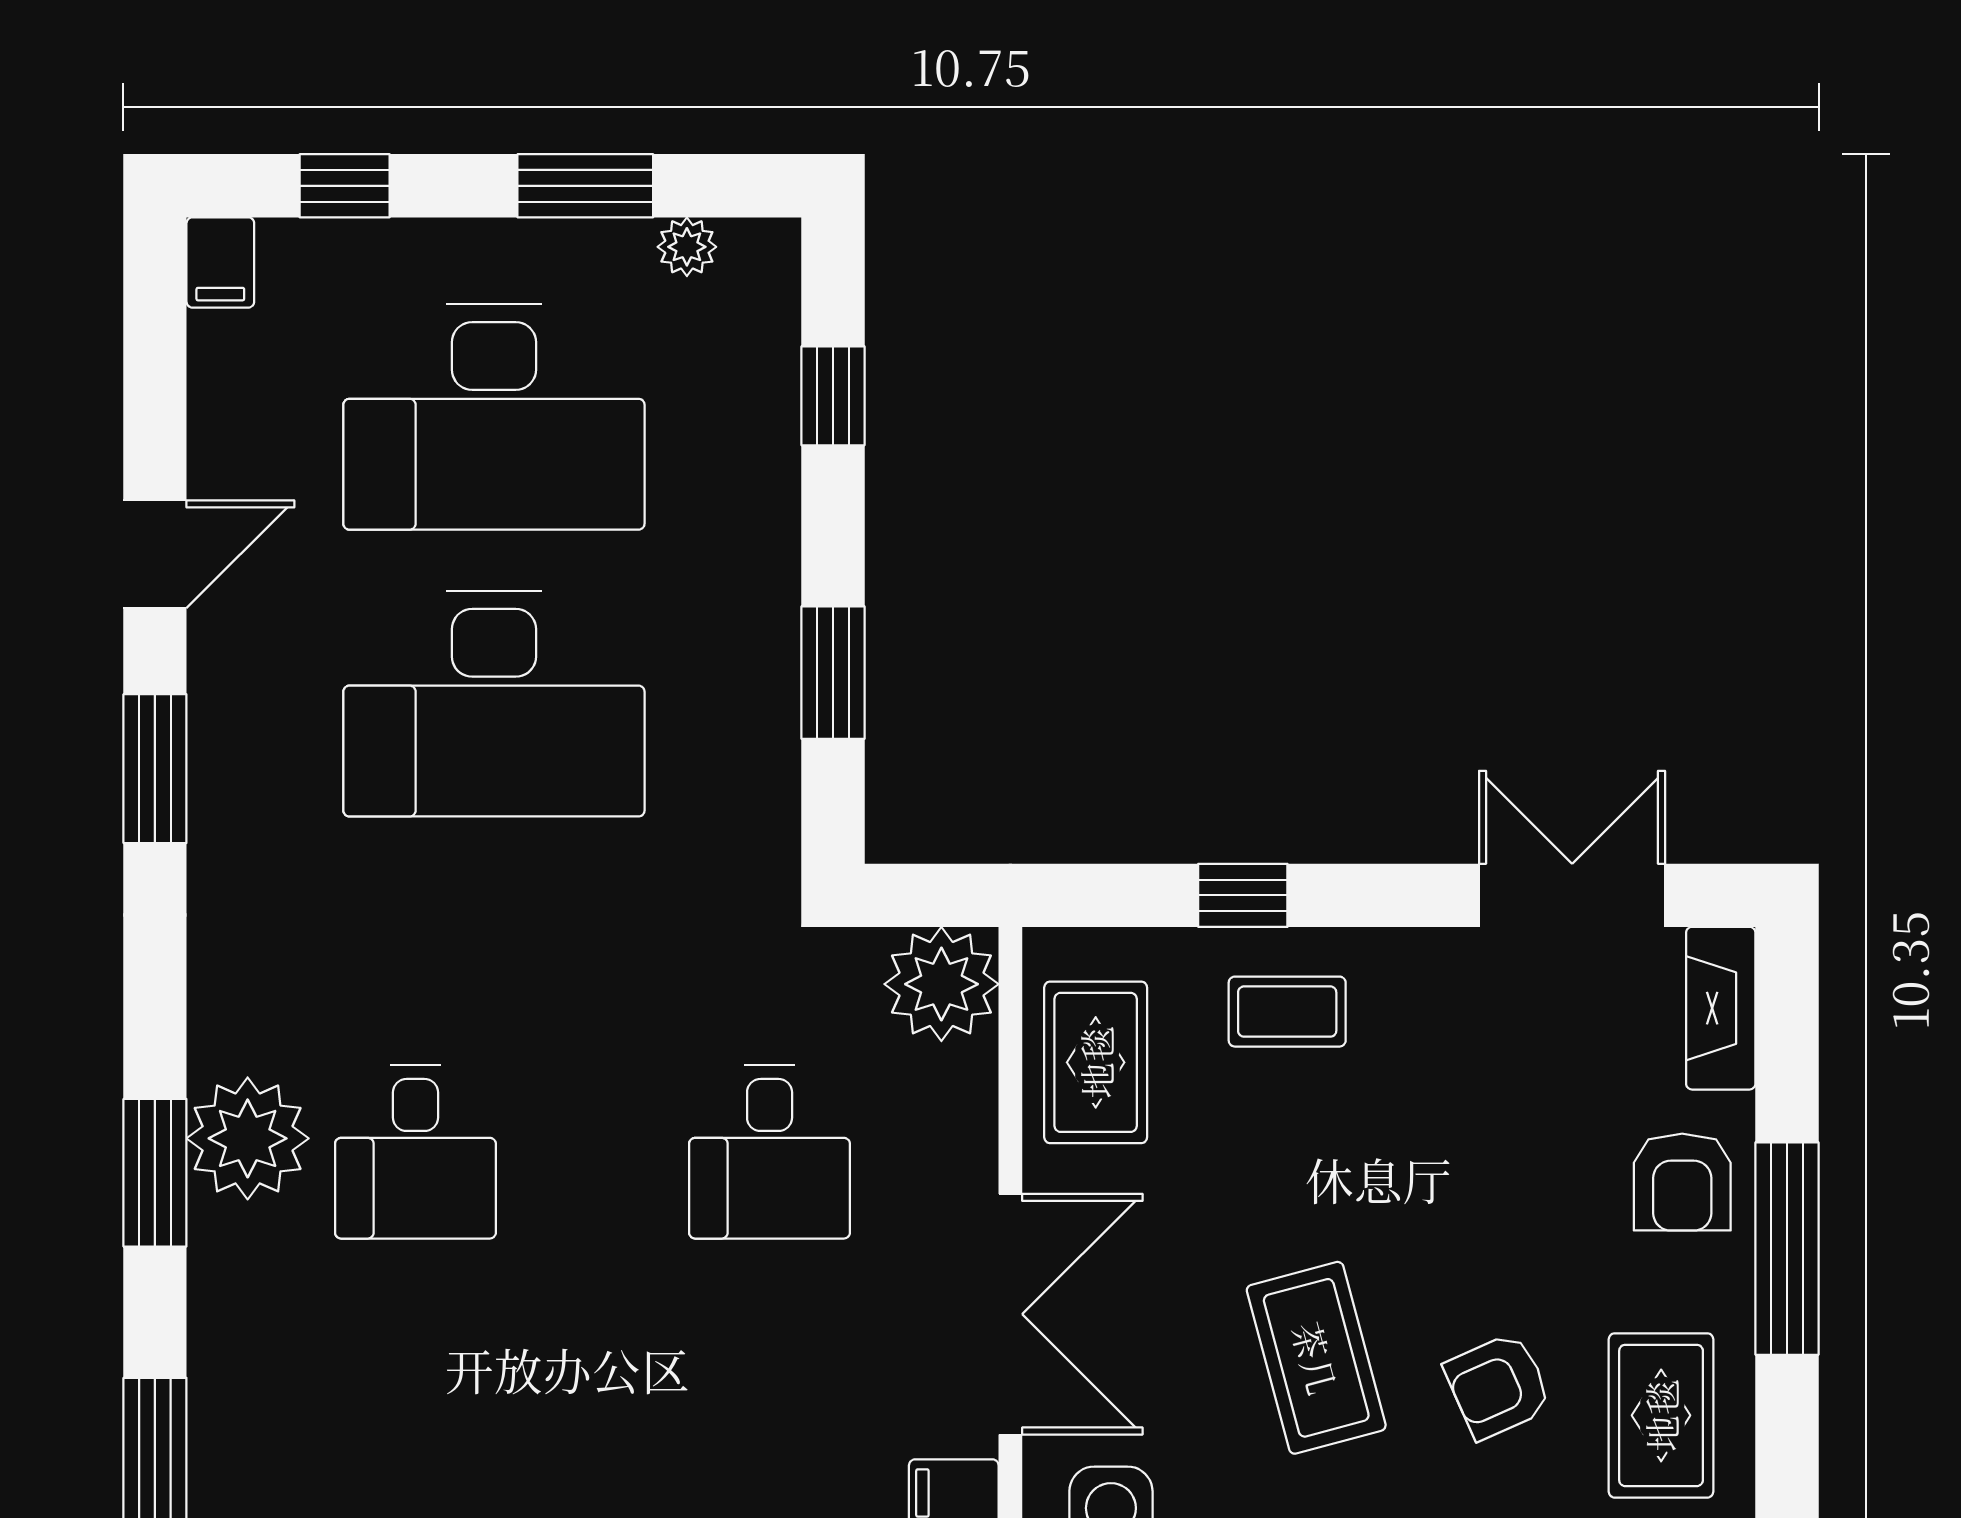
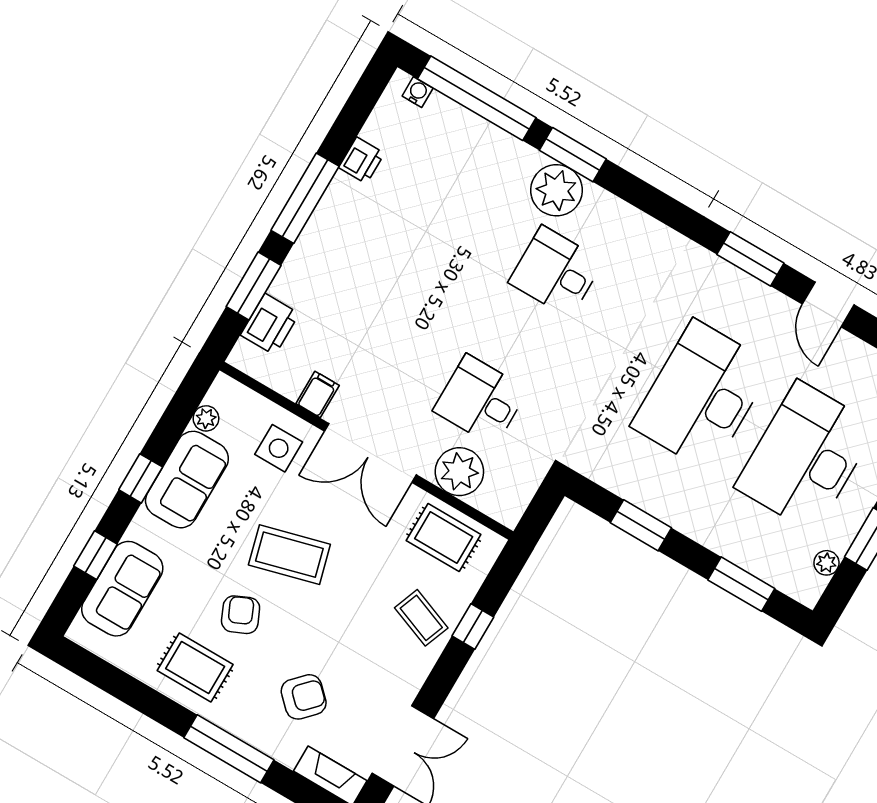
window: (833, 396) -> (741, 584), width x1.50
plant: (941, 984) -> (459, 472), moved
coffee table: (1287, 1012) -> (421, 618), turned -69
plant: (248, 1138) -> (556, 190), moved
window: (155, 1173) -> (573, 155), moved
armchair: (1682, 1182) -> (304, 697), moved, turned 134

